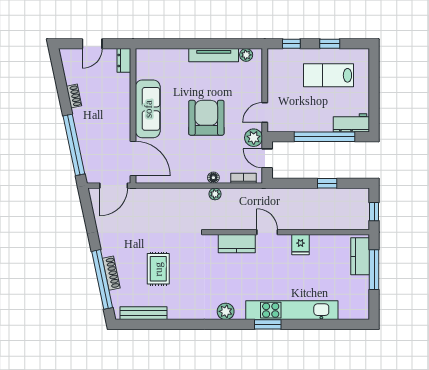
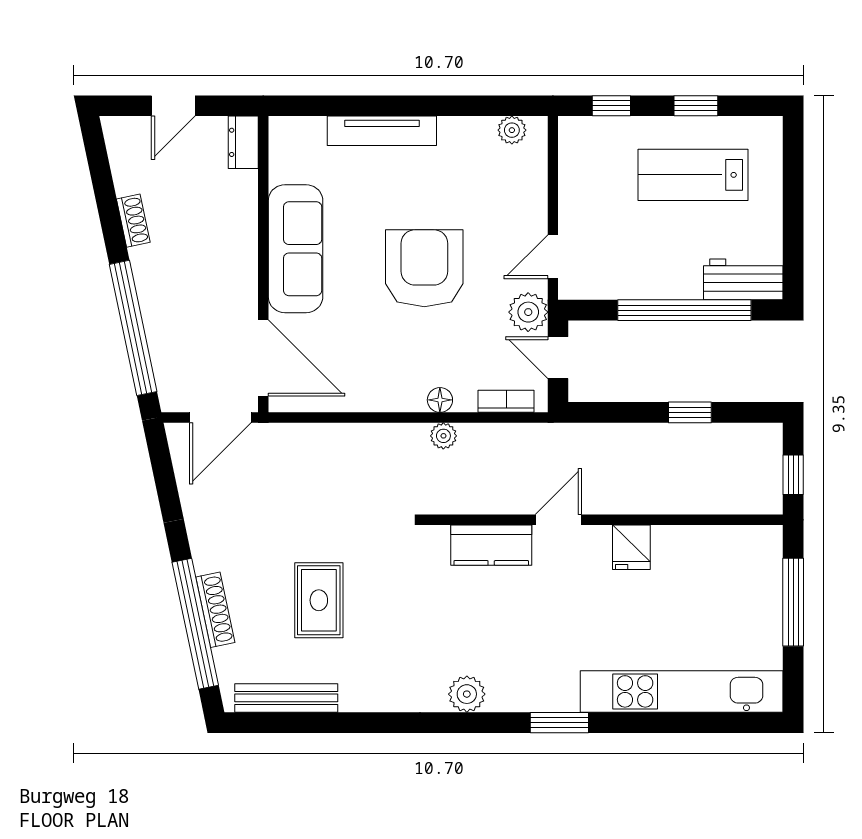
tv unit: (214, 55) -> (382, 131), moved
door: (267, 232) -> (558, 520), hinge flipped
kitchen counter: (360, 256) -> (762, 573), removed
kitchen unit: (292, 310) -> (682, 691), moved

